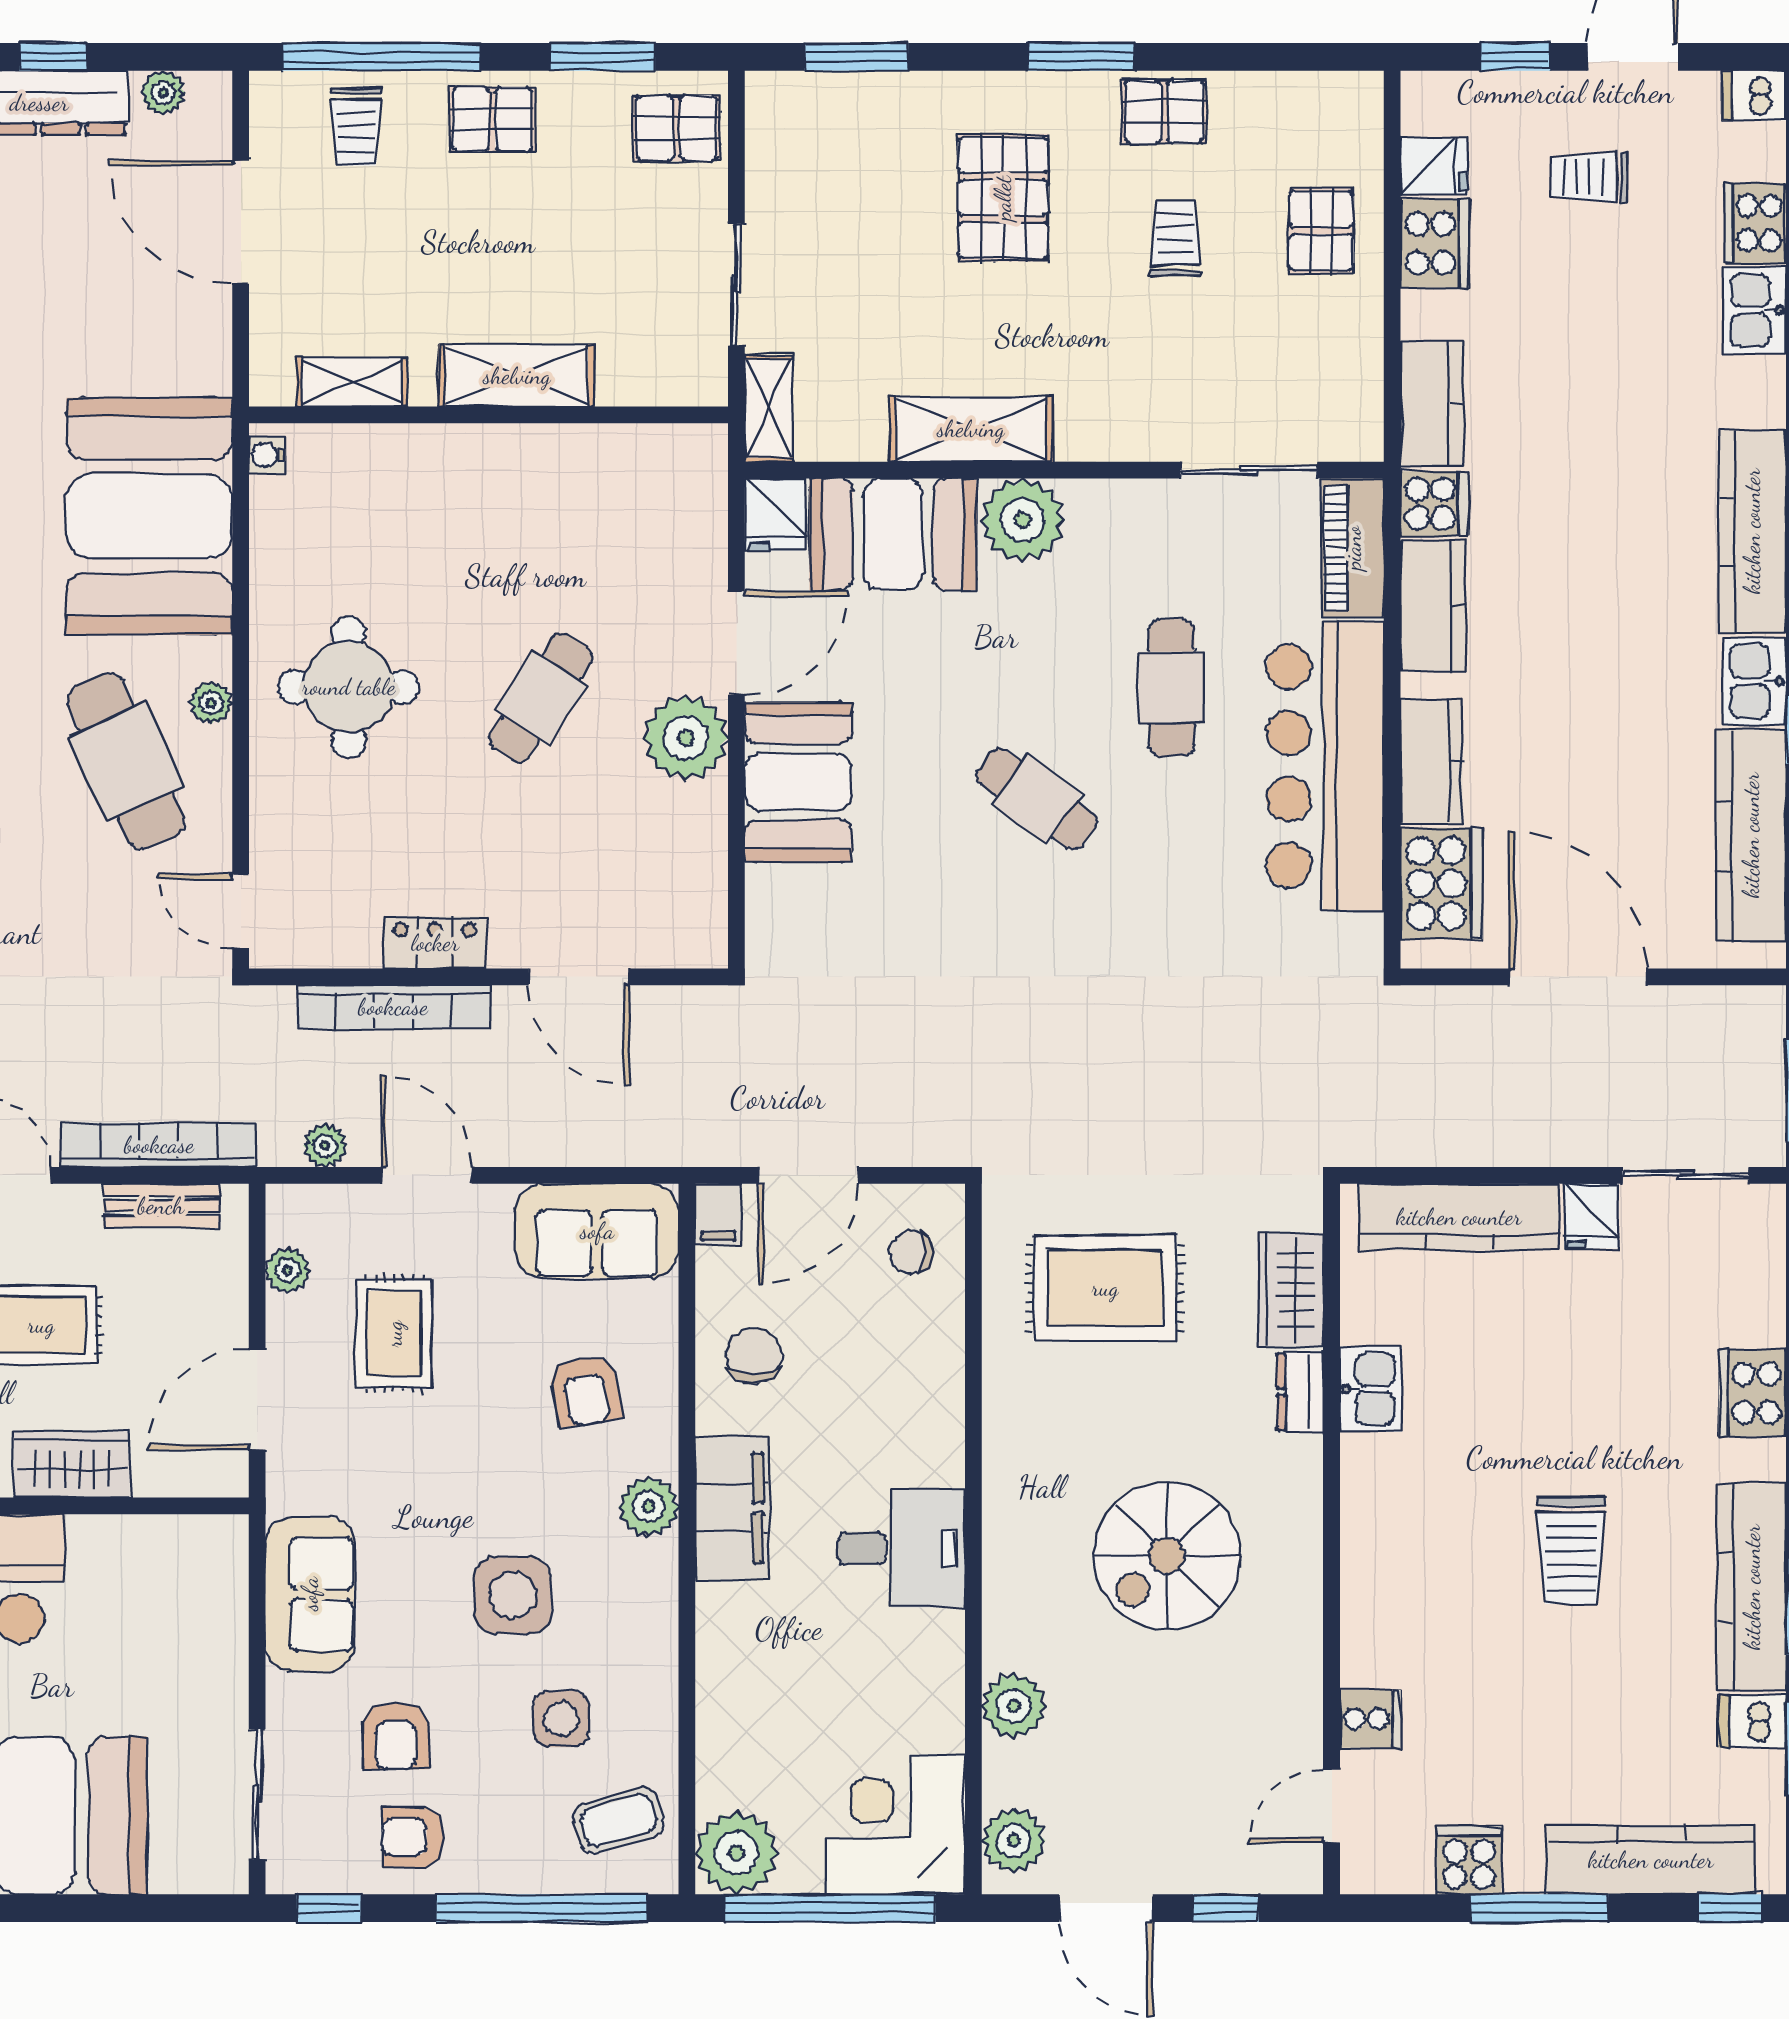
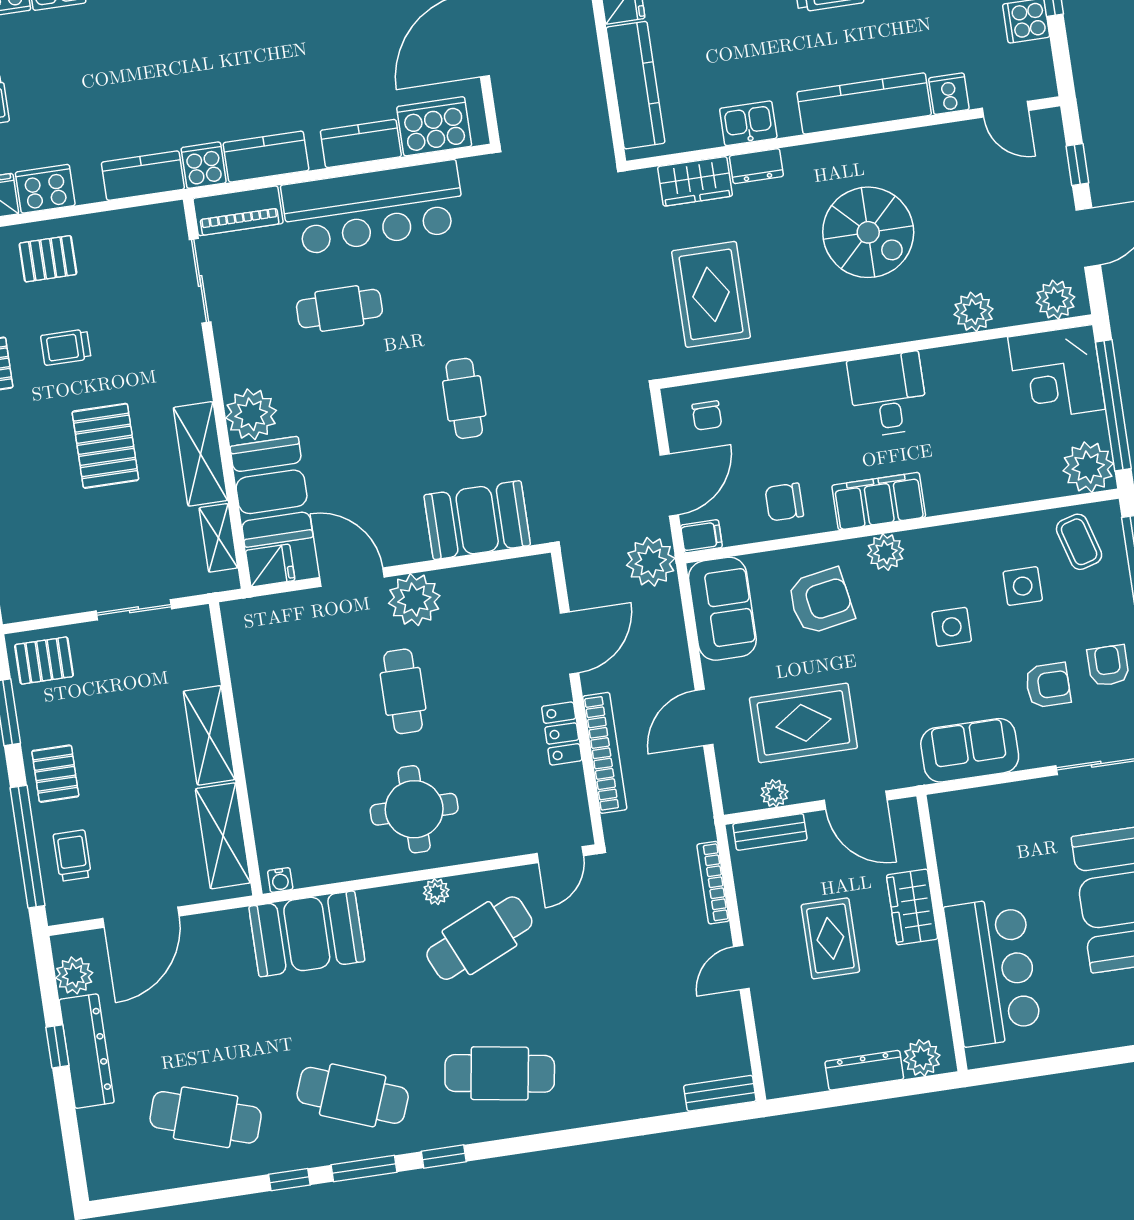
plant: (163, 93) -> (74, 975), width x1.38, depth x1.38
trolley: (356, 127) -> (72, 856), turned -90
pallet: (677, 128) -> (44, 661), turned 90
pallet: (1003, 198) -> (105, 446), moved, turned 90
shelving: (352, 382) -> (223, 836), width x1.50, depth x1.33
shelving: (769, 409) -> (218, 538), moved, turned 90
booth: (149, 516) -> (307, 934), width x0.73, depth x0.70
cafe table: (541, 698) -> (403, 691), turned 57
booth: (798, 782) -> (477, 520), moved
cafe table: (1037, 799) -> (464, 398), moved, turned -36
bookcase: (159, 1145) -> (713, 883), width x0.68, depth x0.76
plant: (325, 1146) -> (651, 562), moved, width x1.87, depth x1.87
door: (809, 1175) -> (669, 485), hinge flipped
bench: (161, 1206) -> (770, 832), moved, turned 90
rug: (394, 1334) -> (803, 723), width x1.36, depth x1.43
armchair: (586, 1391) -> (821, 601), width x1.38, depth x1.38
kitchen counter: (1375, 1580) -> (864, 103), added
side table: (513, 1595) -> (952, 627), width x0.73, depth x0.73
armchair: (413, 1837) -> (1108, 666), turned 180

